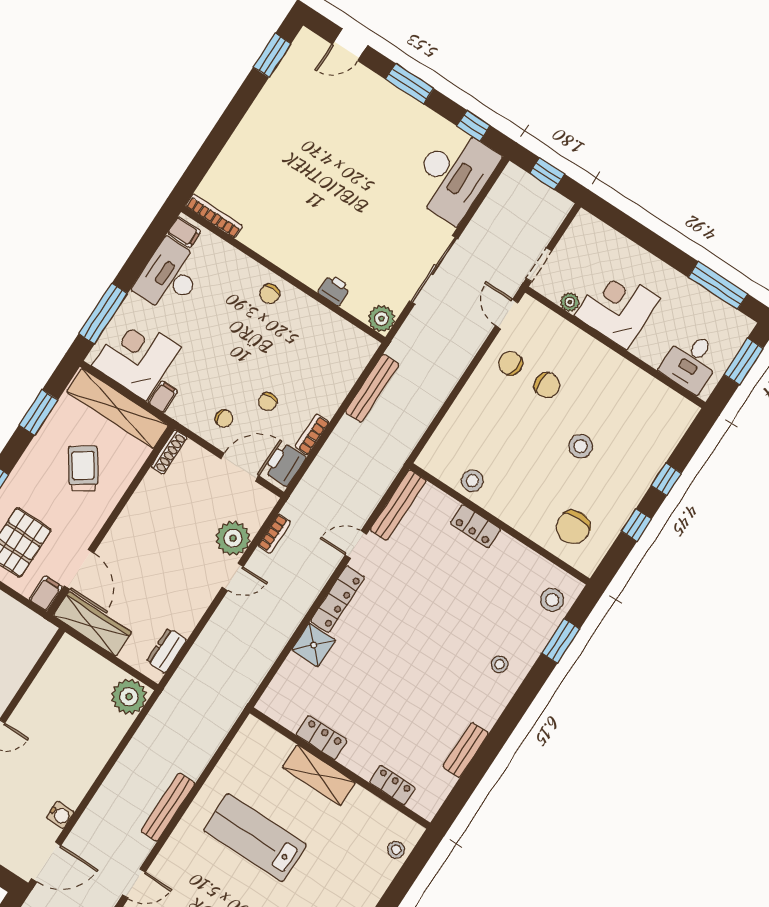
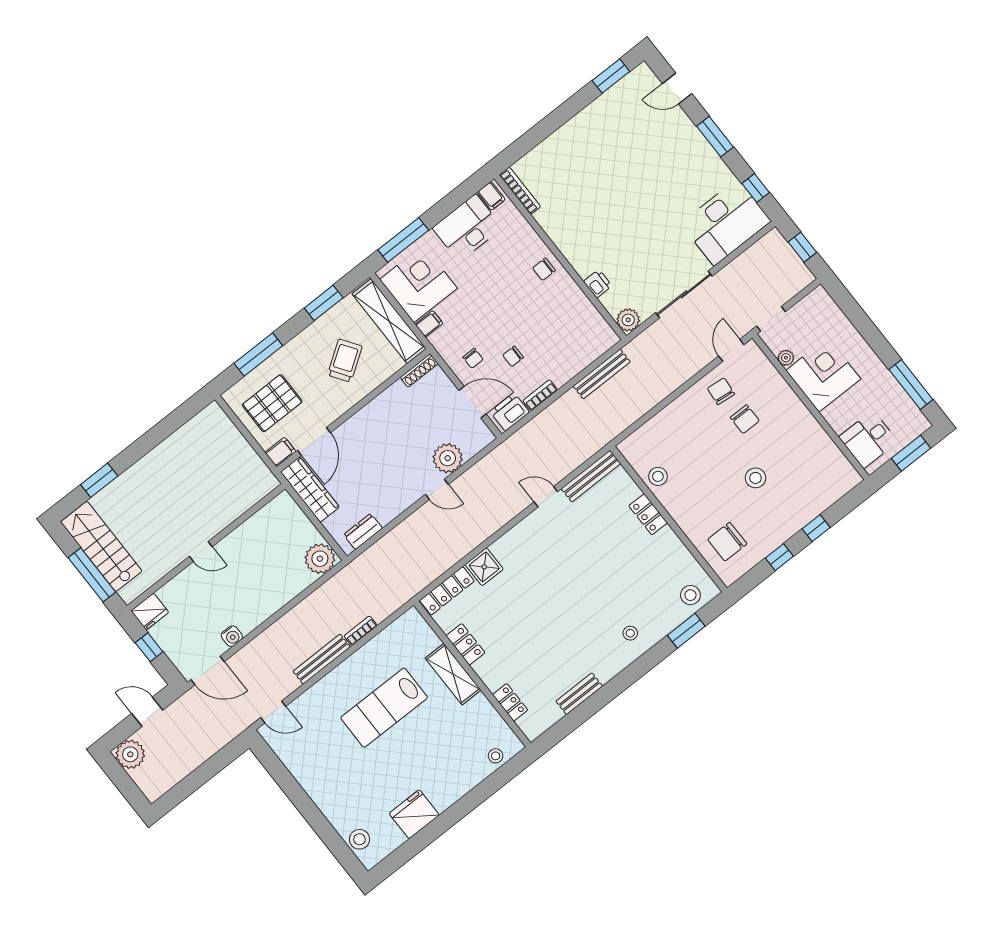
bookcase: (274, 534) -> (361, 631), moved, turned 180
locker: (338, 599) -> (447, 591), moved
lab bench: (255, 838) -> (384, 708), turned -90

